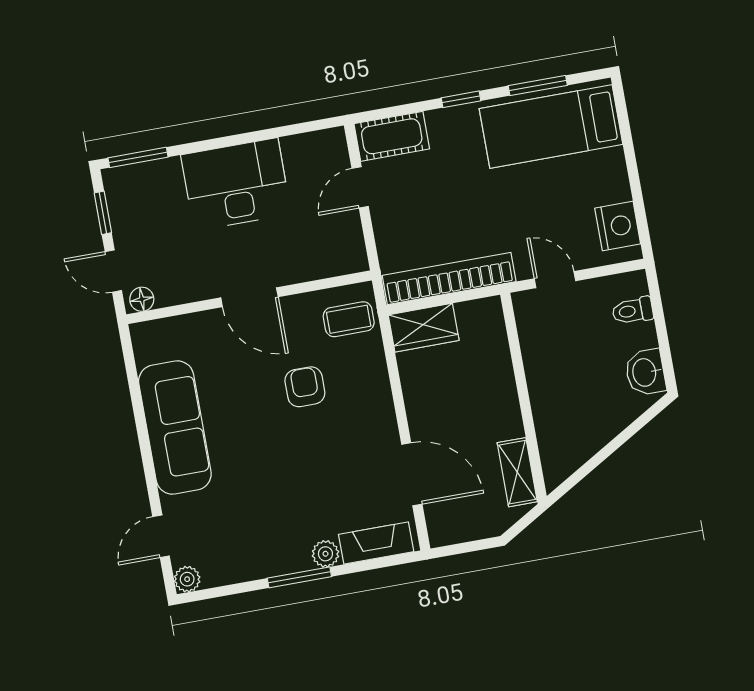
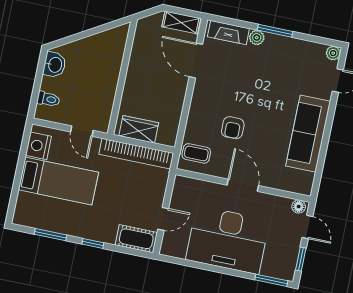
bed: (551, 126) -> (58, 181), moved
desk: (236, 184) -> (228, 240), width x1.36, depth x1.30
wardrobe: (424, 328) -> (139, 129), moved
shelving: (517, 472) -> (181, 22), moved, turned 90

